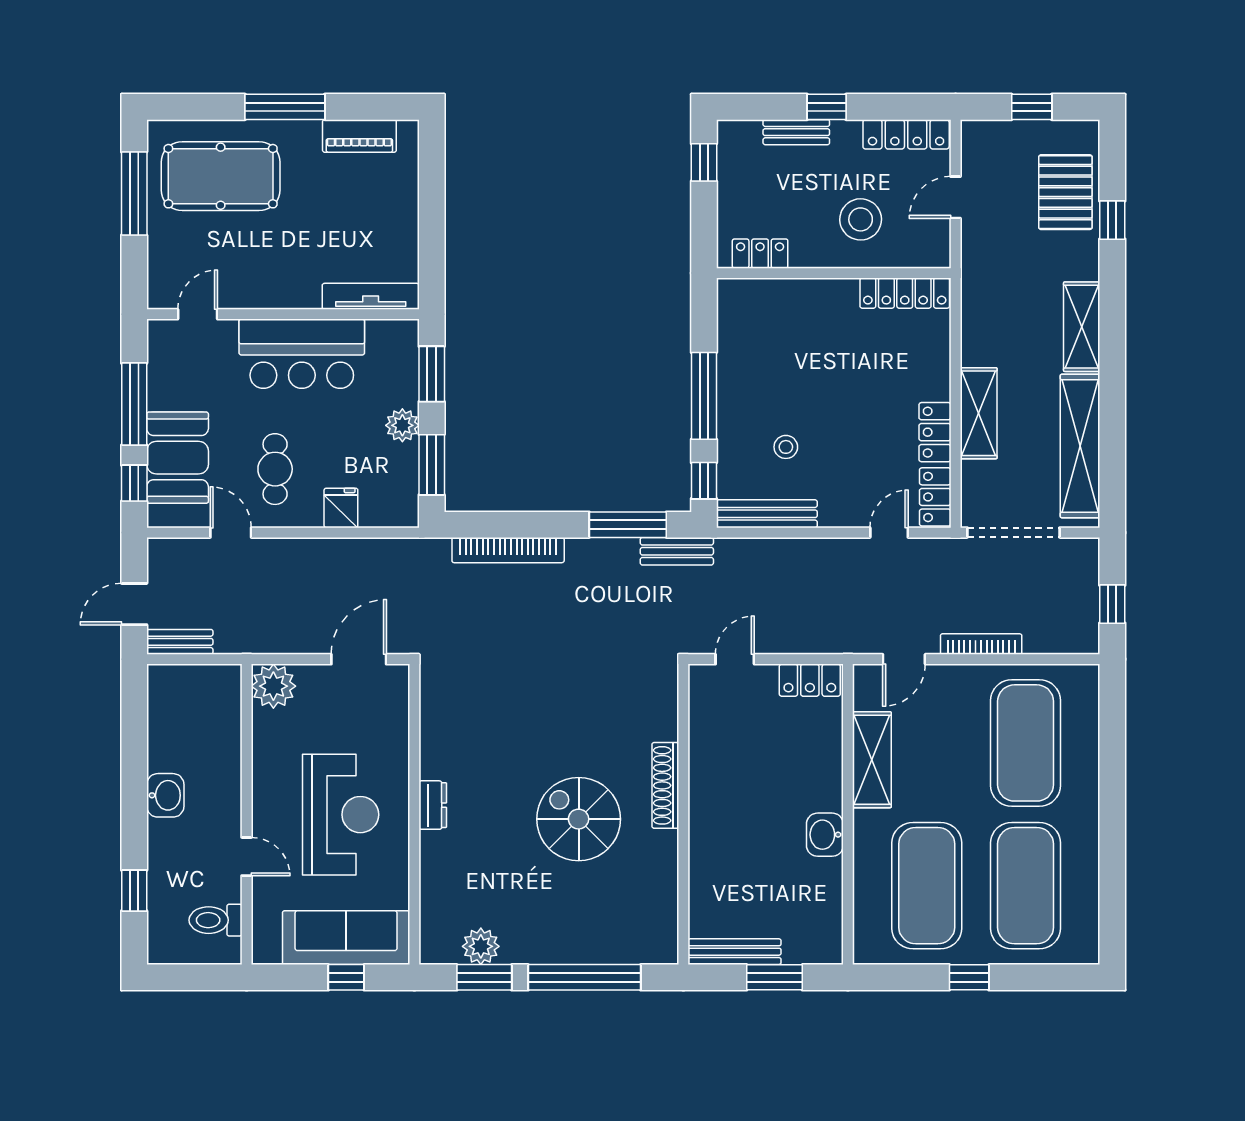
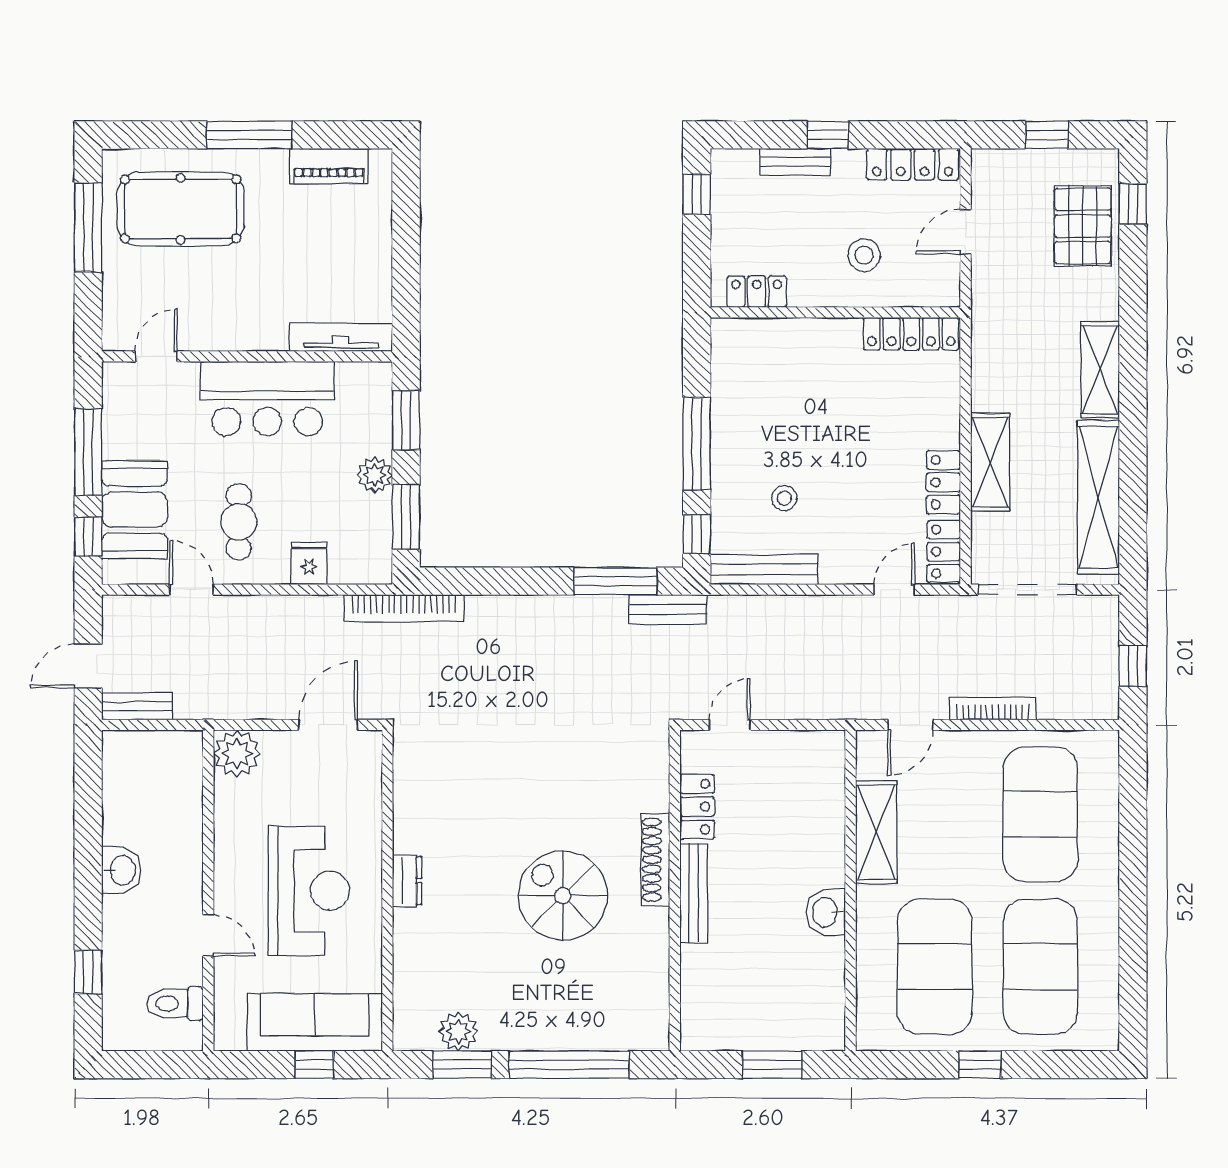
stool: (861, 219) -> (864, 255), width x0.73, depth x0.73
window: (1112, 220) -> (1133, 204), moved
bookcase: (508, 550) -> (404, 608), moved
locker: (810, 680) -> (697, 807), moved, turned -90
bench: (735, 952) -> (694, 893), moved, turned 90

